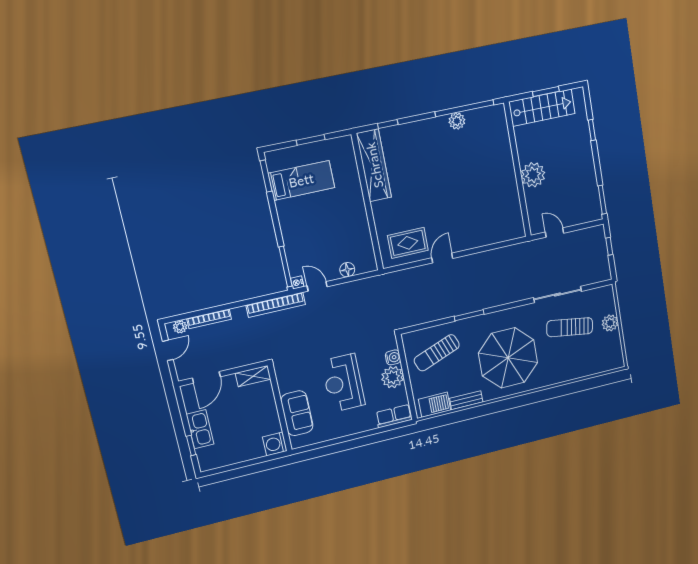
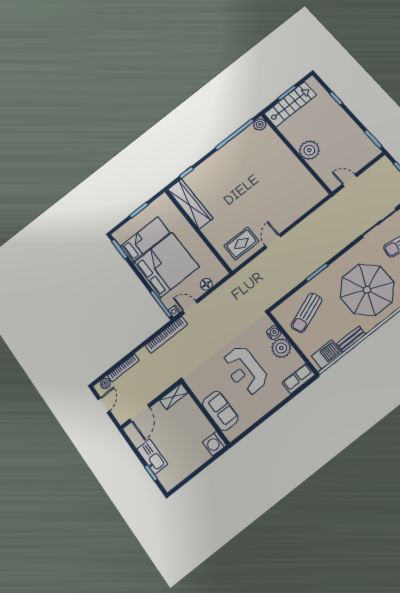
plant: (457, 121) -> (260, 124), moved
bed: (312, 224) -> (166, 265), added

